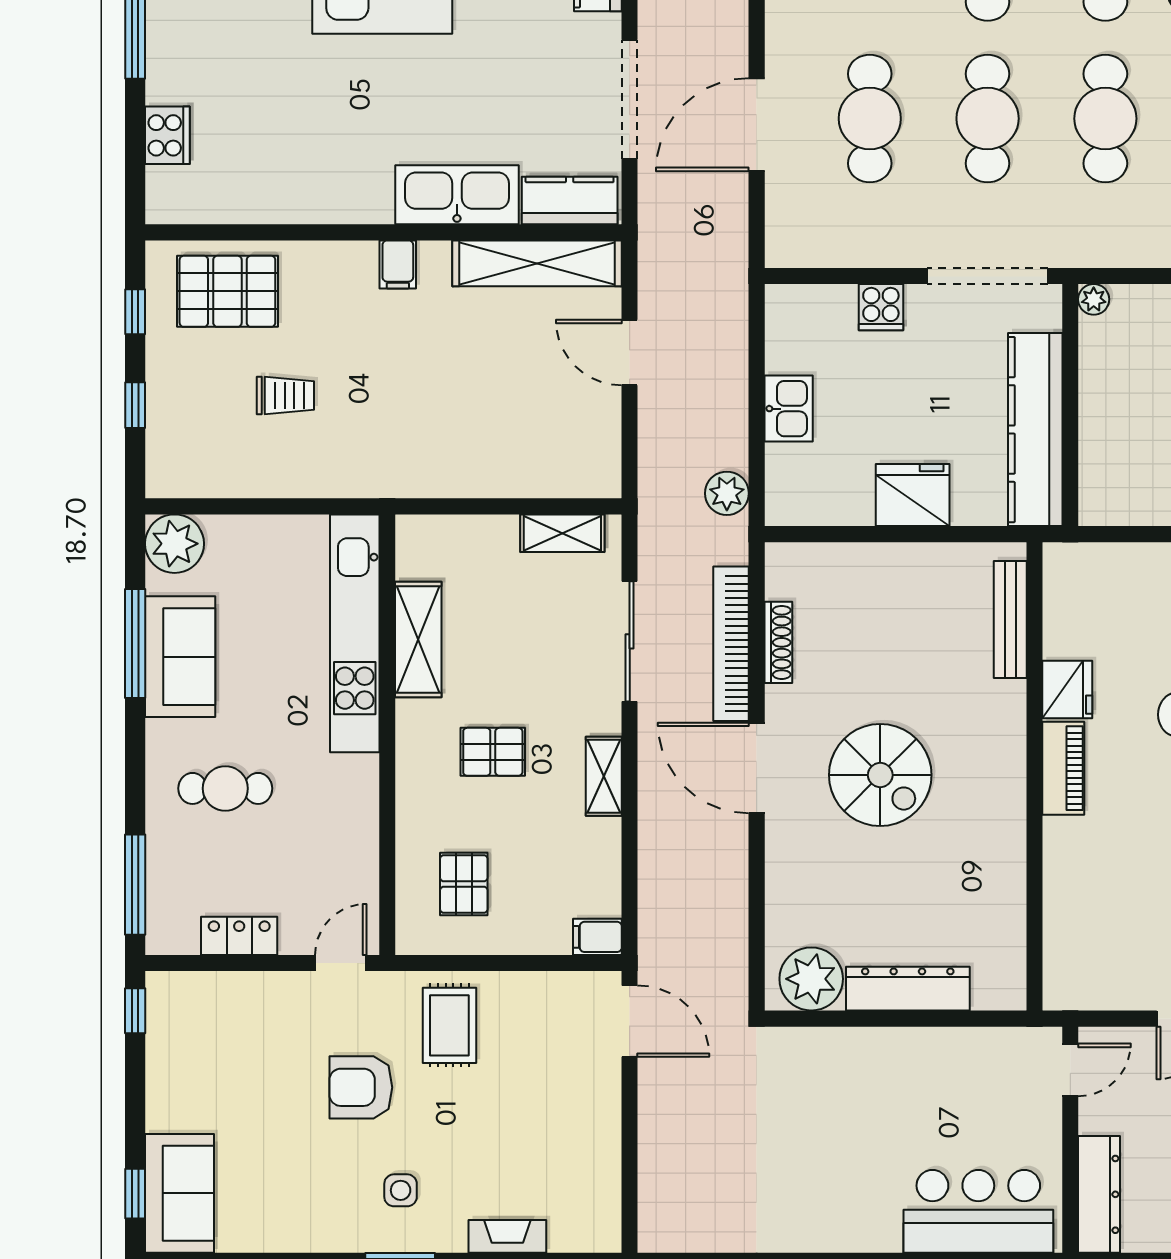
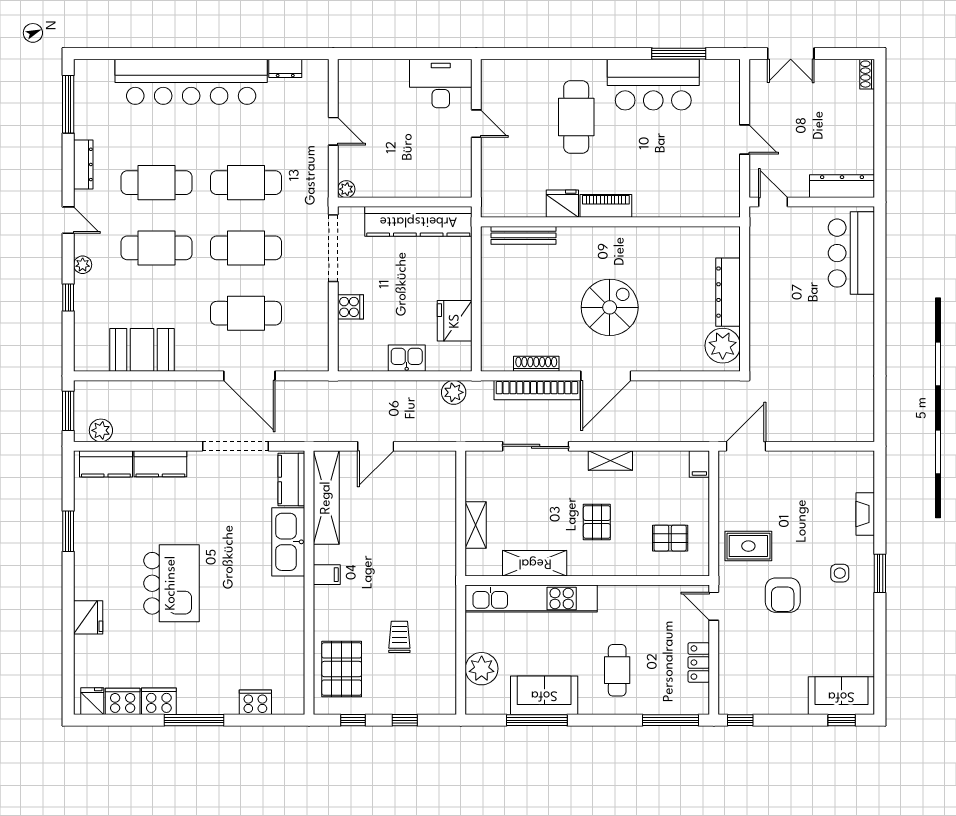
fridge: (913, 495) -> (455, 321), moved
shelving: (562, 533) -> (476, 525), moved
plant: (174, 544) -> (482, 669), moved

